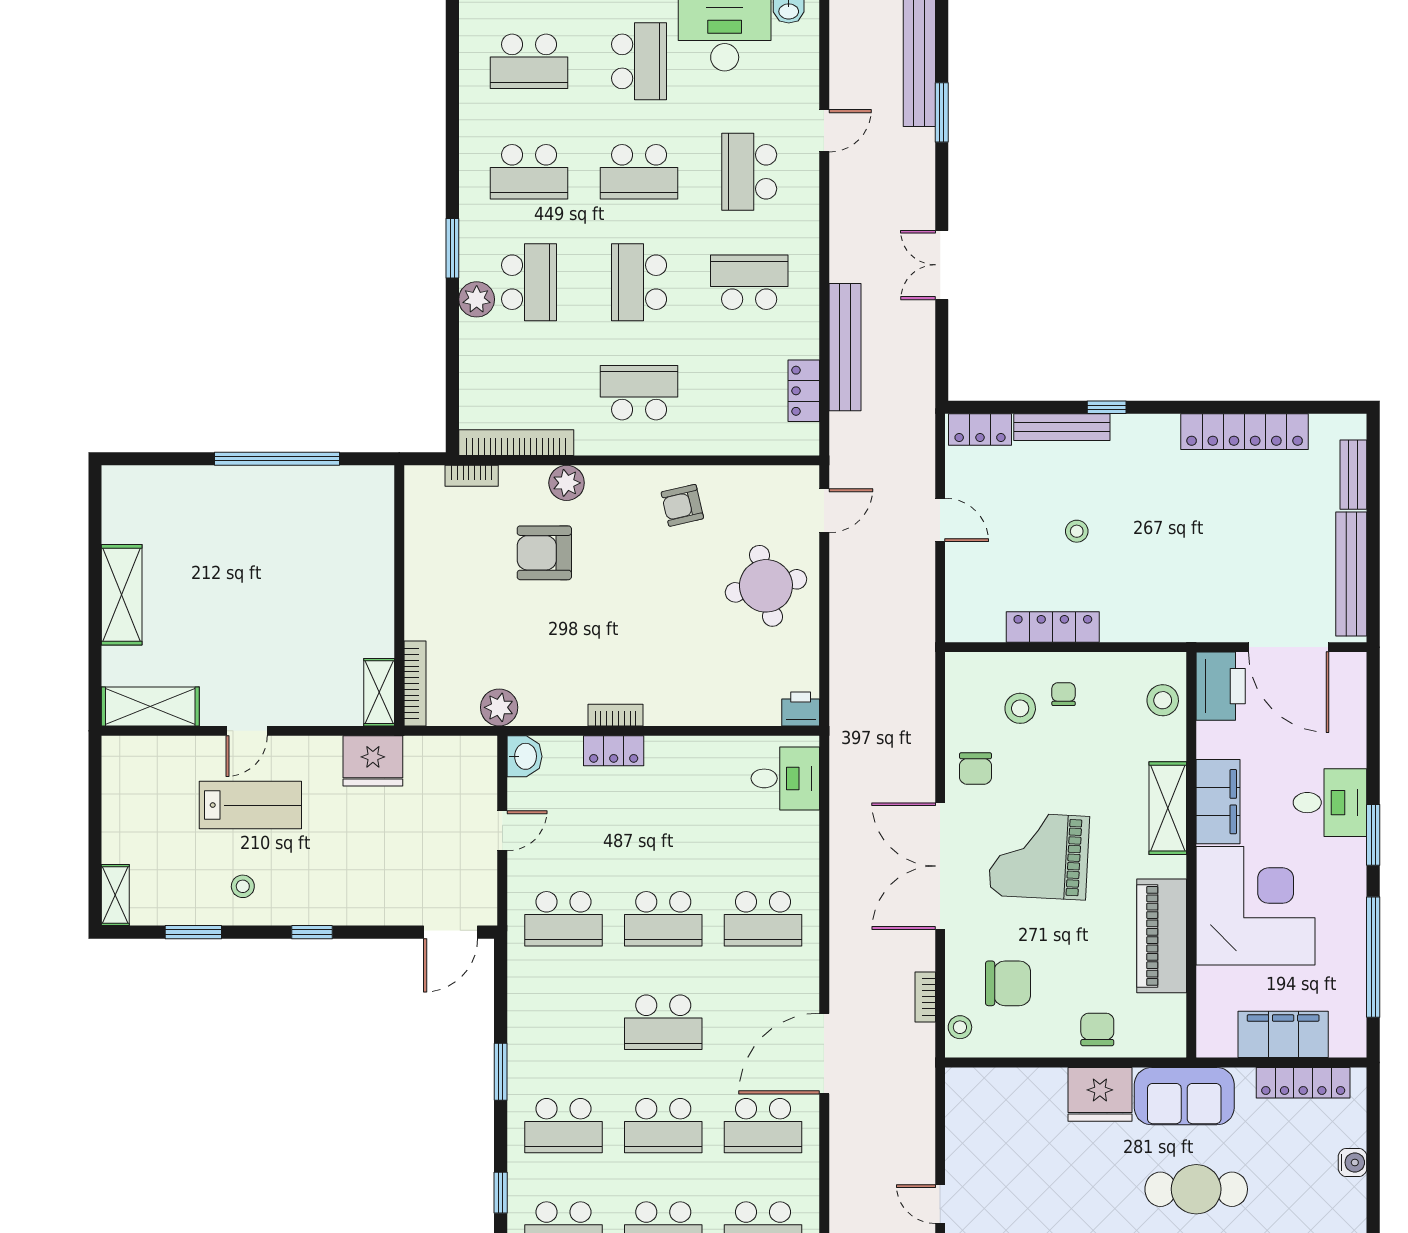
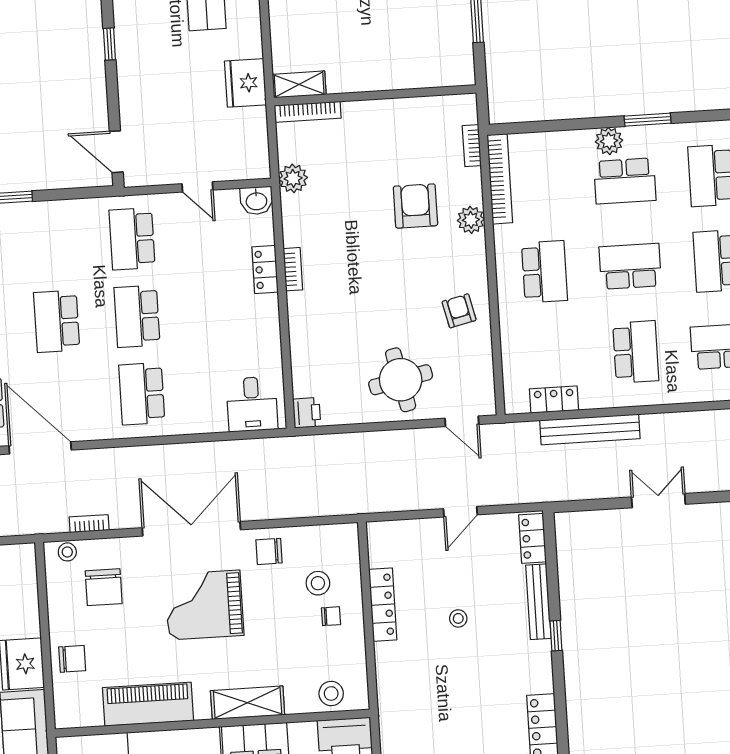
grand piano: (1039, 856) -> (204, 605), turned -93

